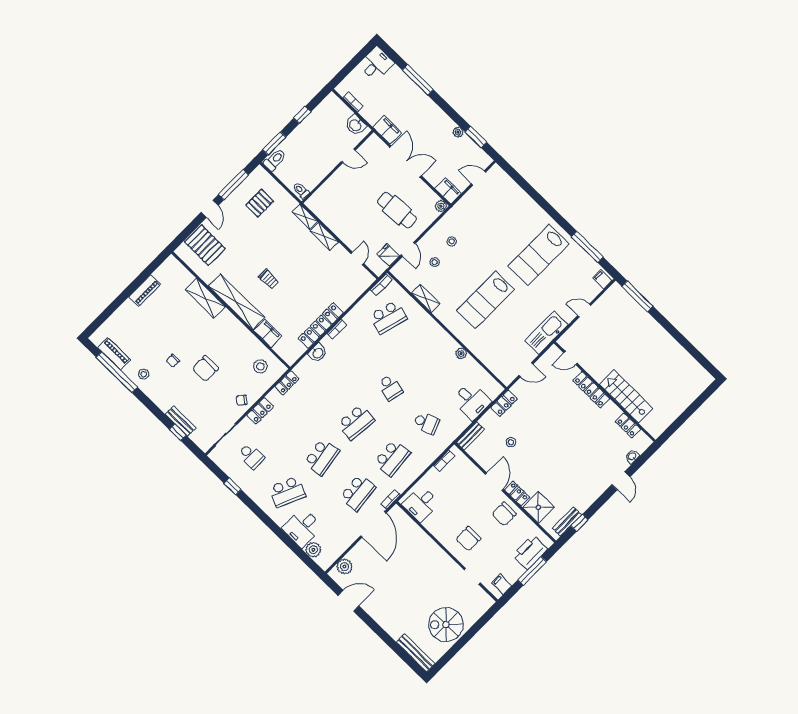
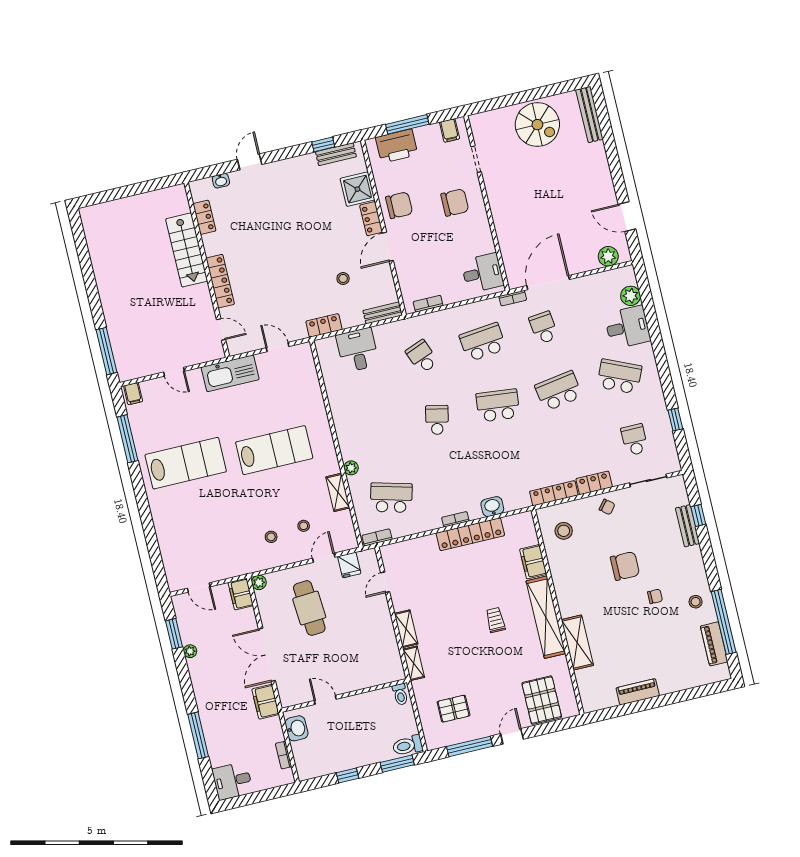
plant: (461, 354) -> (351, 468), moved
locker: (287, 383) -> (554, 493), width x1.53
school desk: (358, 493) -> (544, 328), width x0.54

